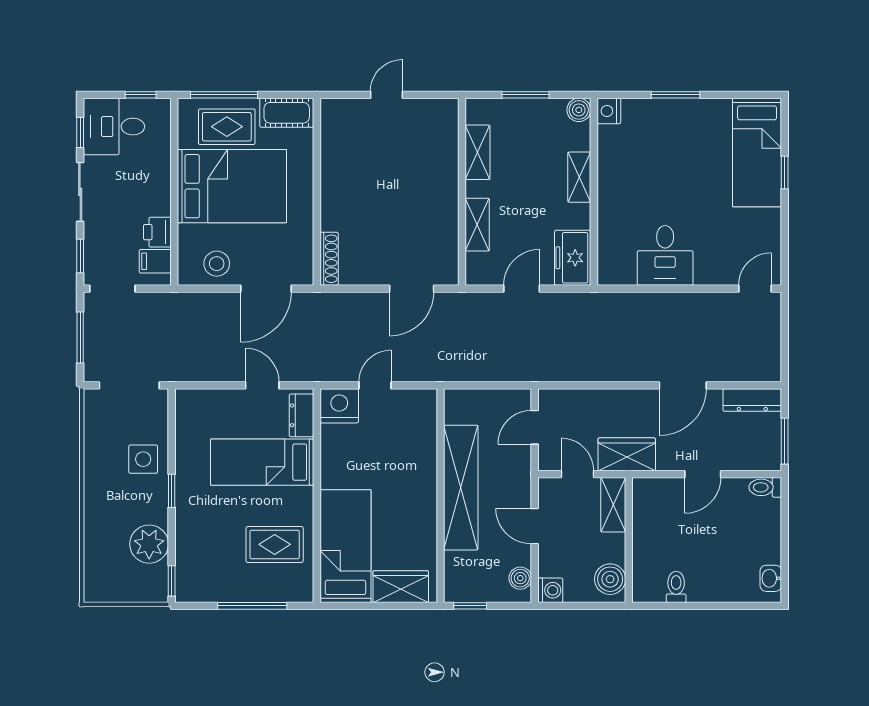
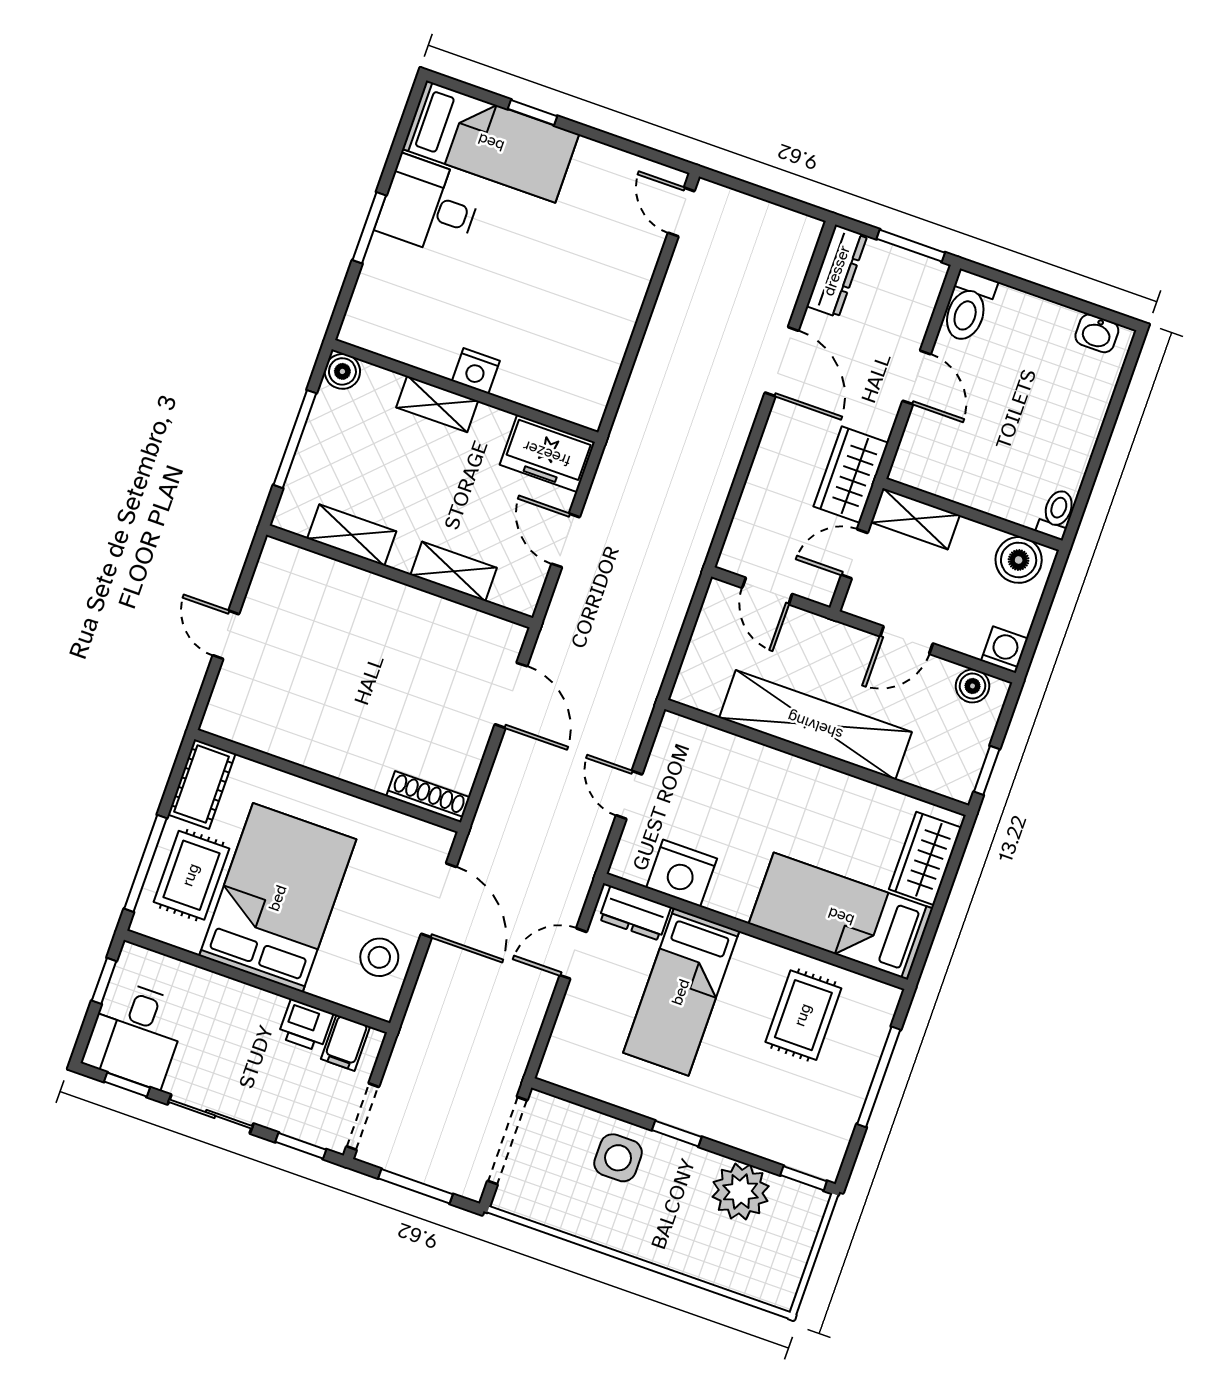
window: (525, 95) -> (295, 439), width x1.44
nightstand: (609, 111) -> (476, 371), moved
desk: (665, 255) -> (429, 206), moved, turned 180
nightstand: (339, 406) -> (682, 873), moved, turned -90
toilet: (765, 487) -> (968, 307), width x1.37, depth x1.39
toilet: (676, 587) -> (1057, 514), moved, turned 90

